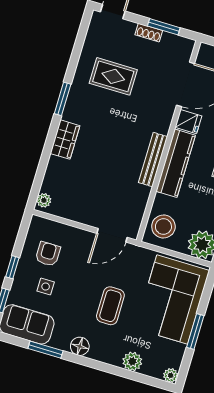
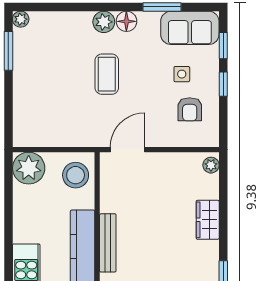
wardrobe: (65, 140) -> (208, 220), moved
corner sofa: (172, 299) -> (43, 100), removed
window: (195, 332) -> (8, 51), moved
plant: (132, 361) -> (104, 22), moved

